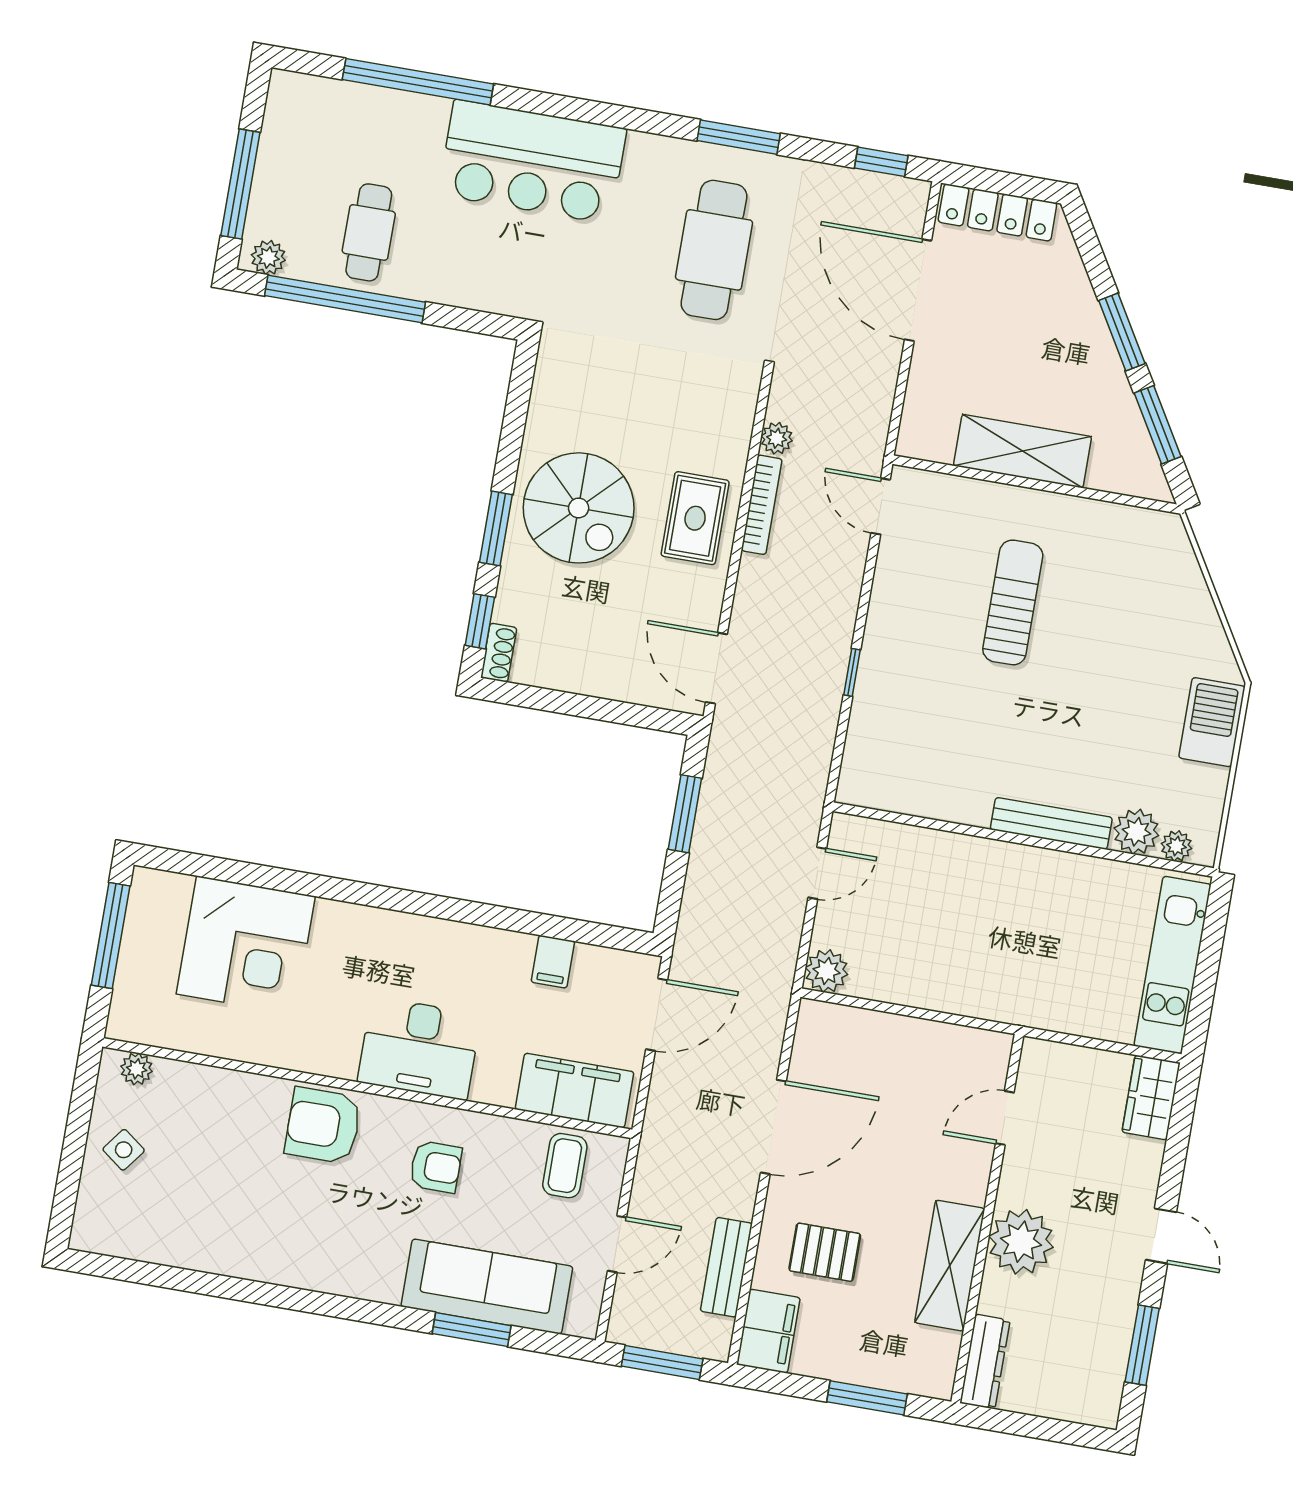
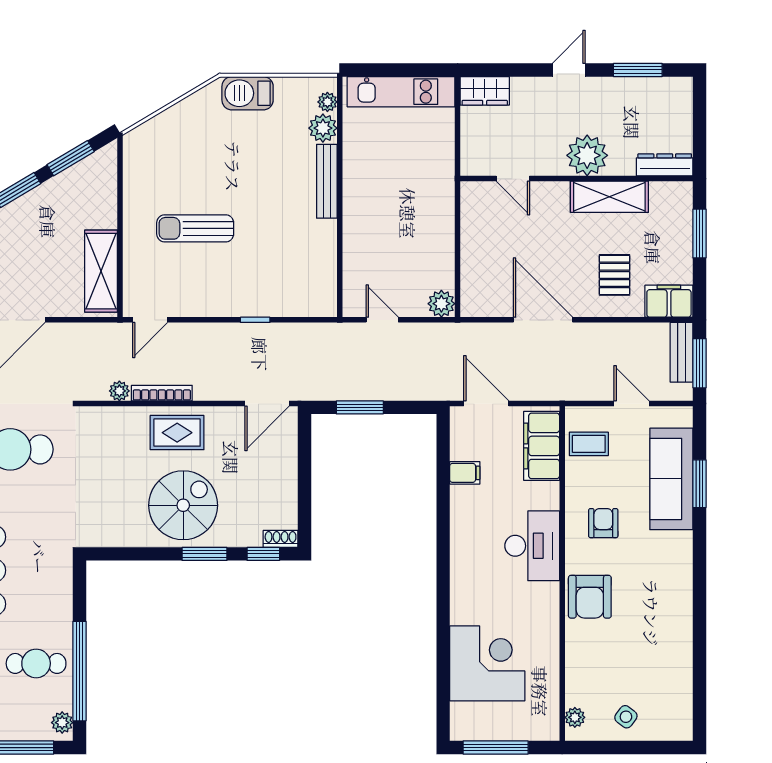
shelving: (1023, 451) -> (101, 271), moved
bench: (726, 1267) -> (682, 352), moved, turned 90

